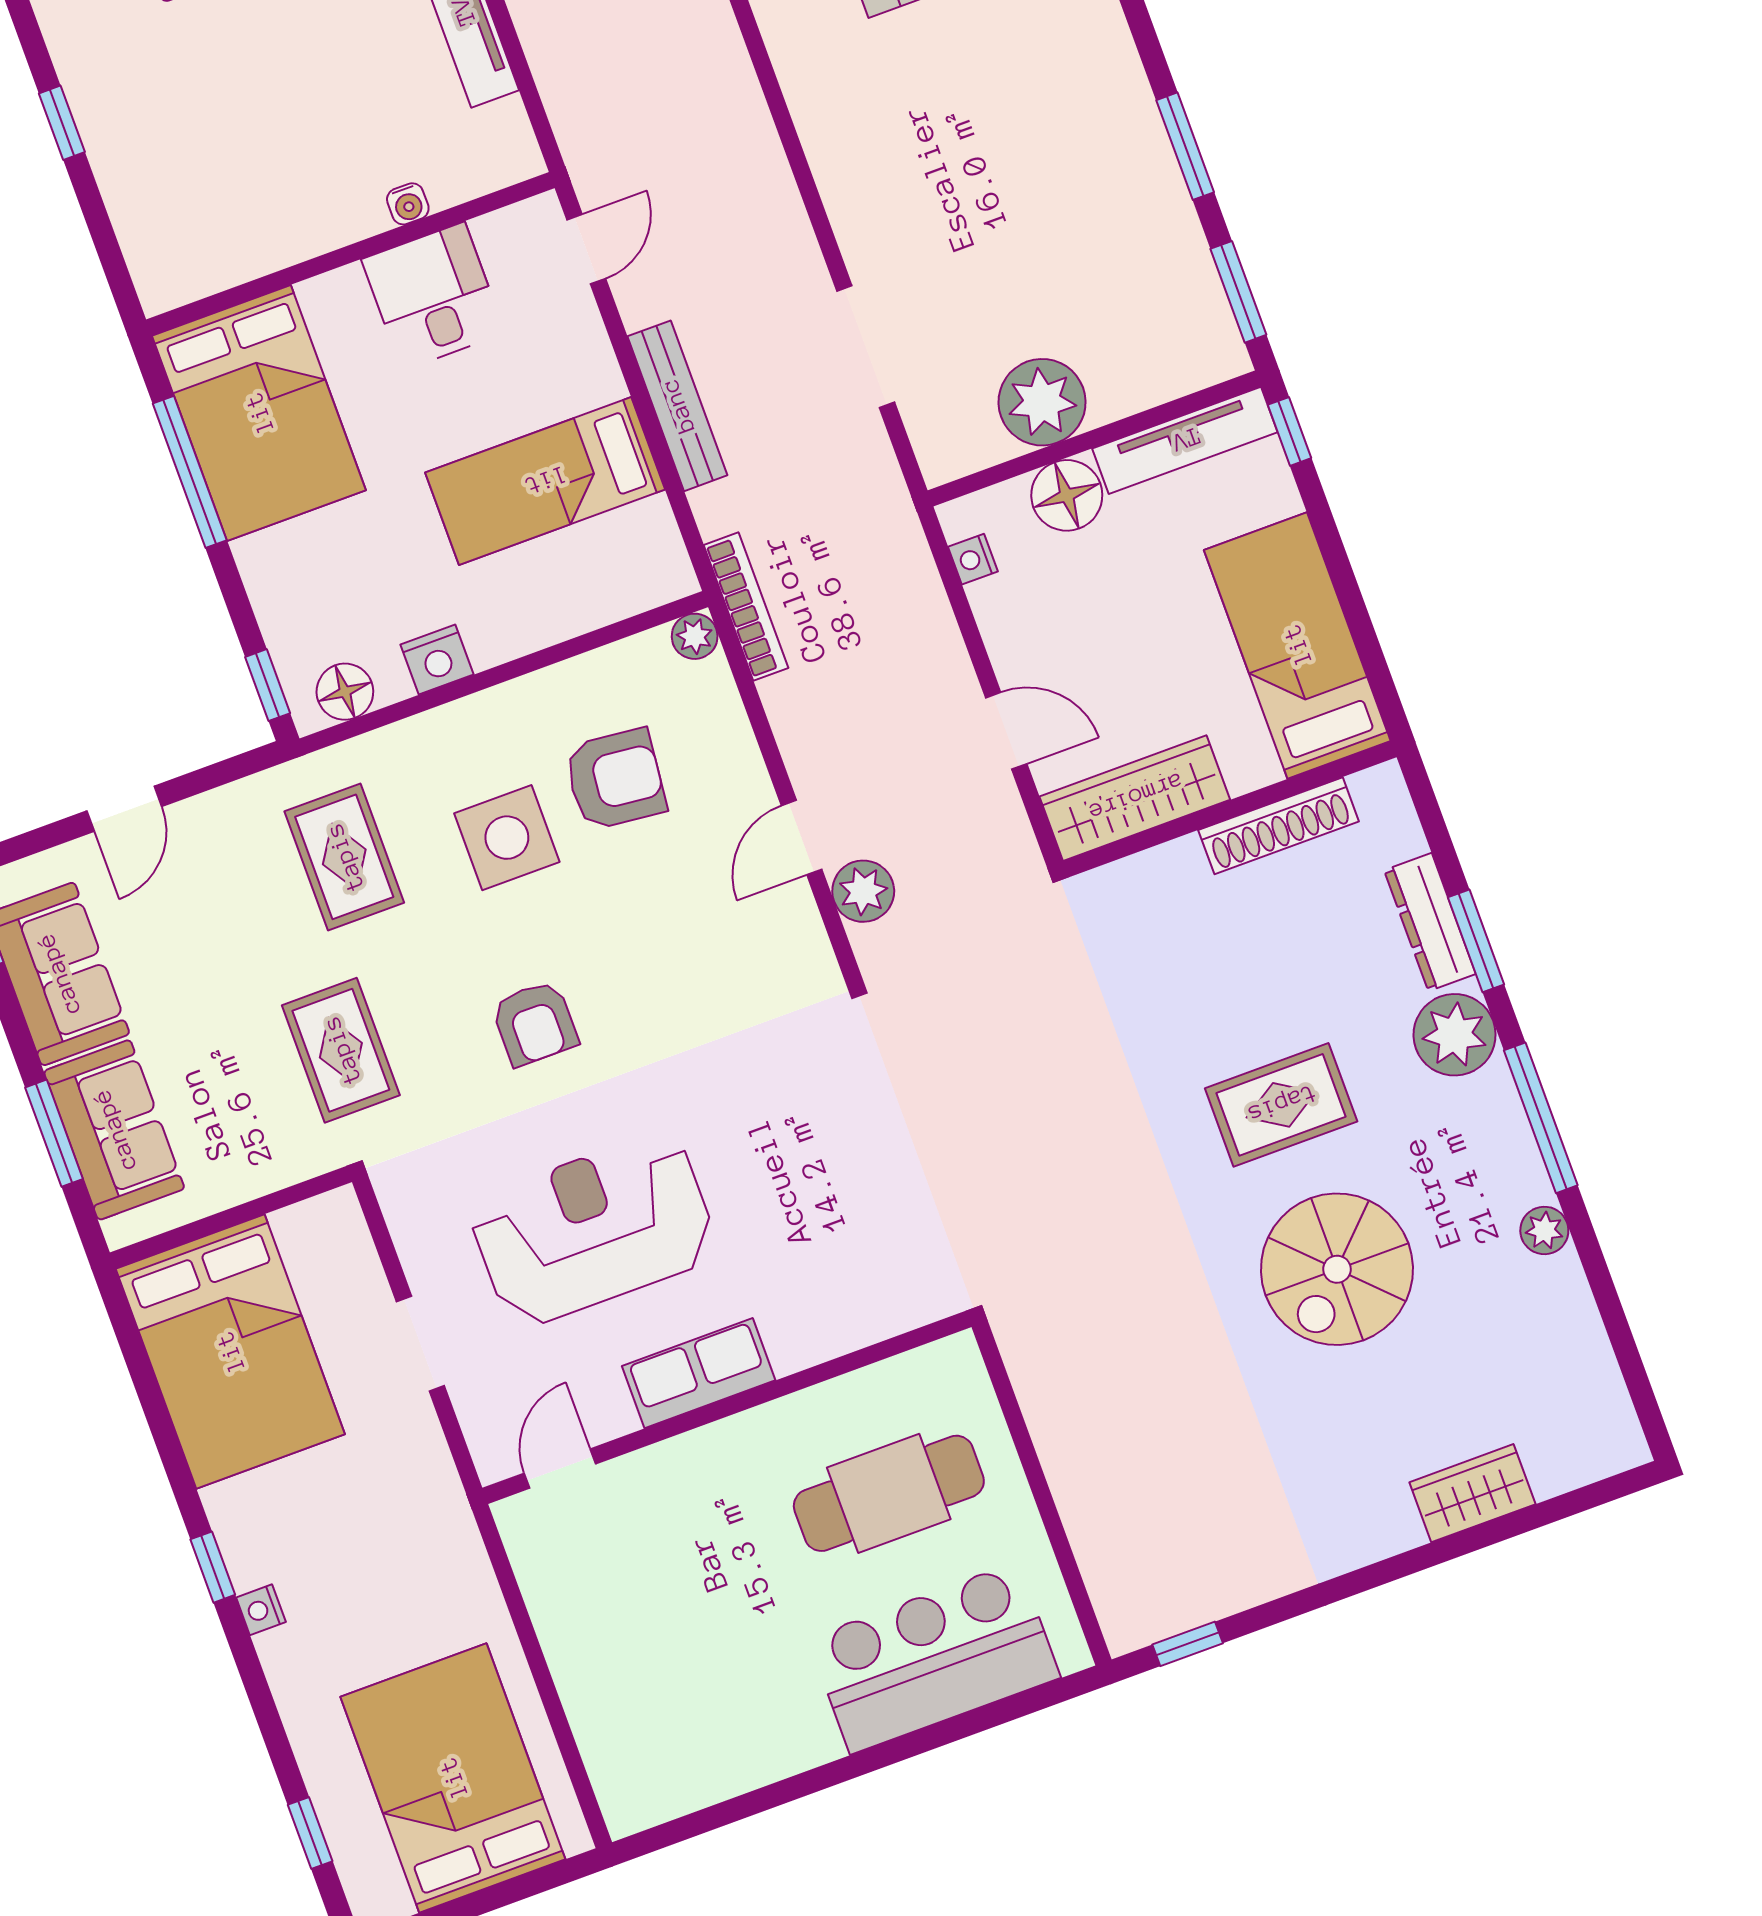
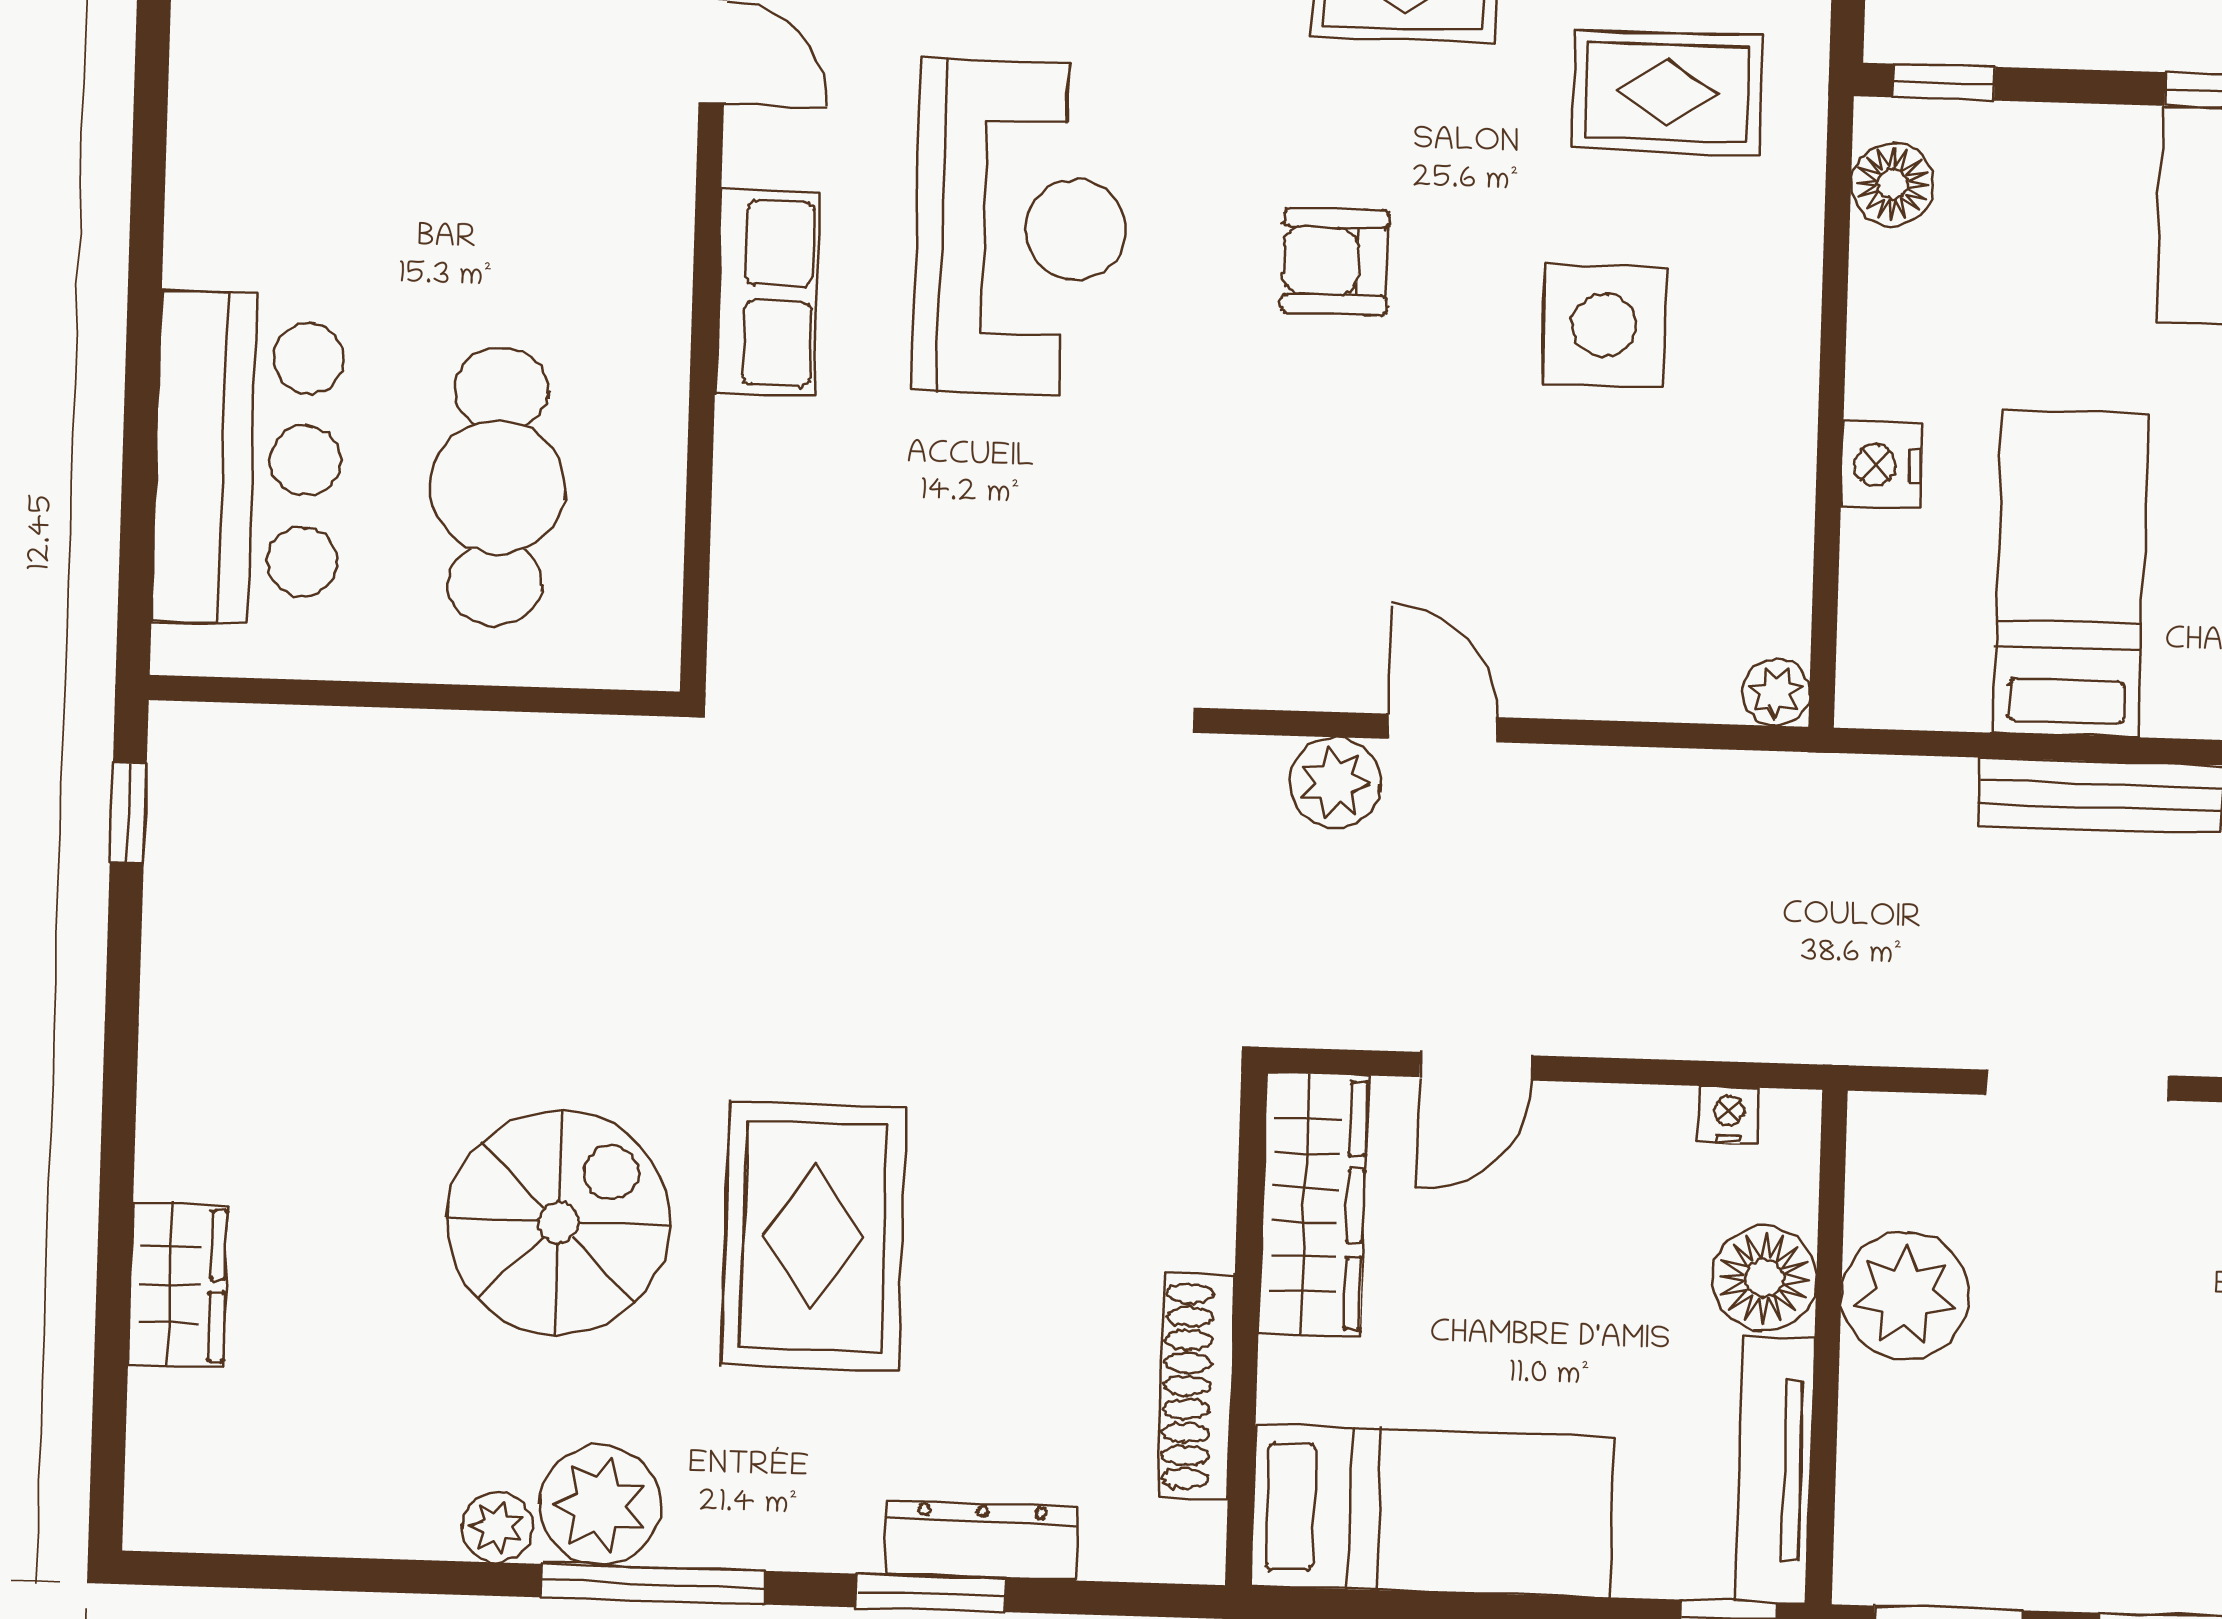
bookcase: (746, 607) -> (1789, 779), removed
nightstand: (437, 660) -> (1882, 465), moved
armchair: (615, 779) -> (1624, 505), removed
plant: (1455, 1035) -> (600, 1505), moved
rug: (1281, 1105) -> (813, 1236), width x1.36, depth x1.43
spiral stairs: (1337, 1269) -> (558, 1222), turned 90

